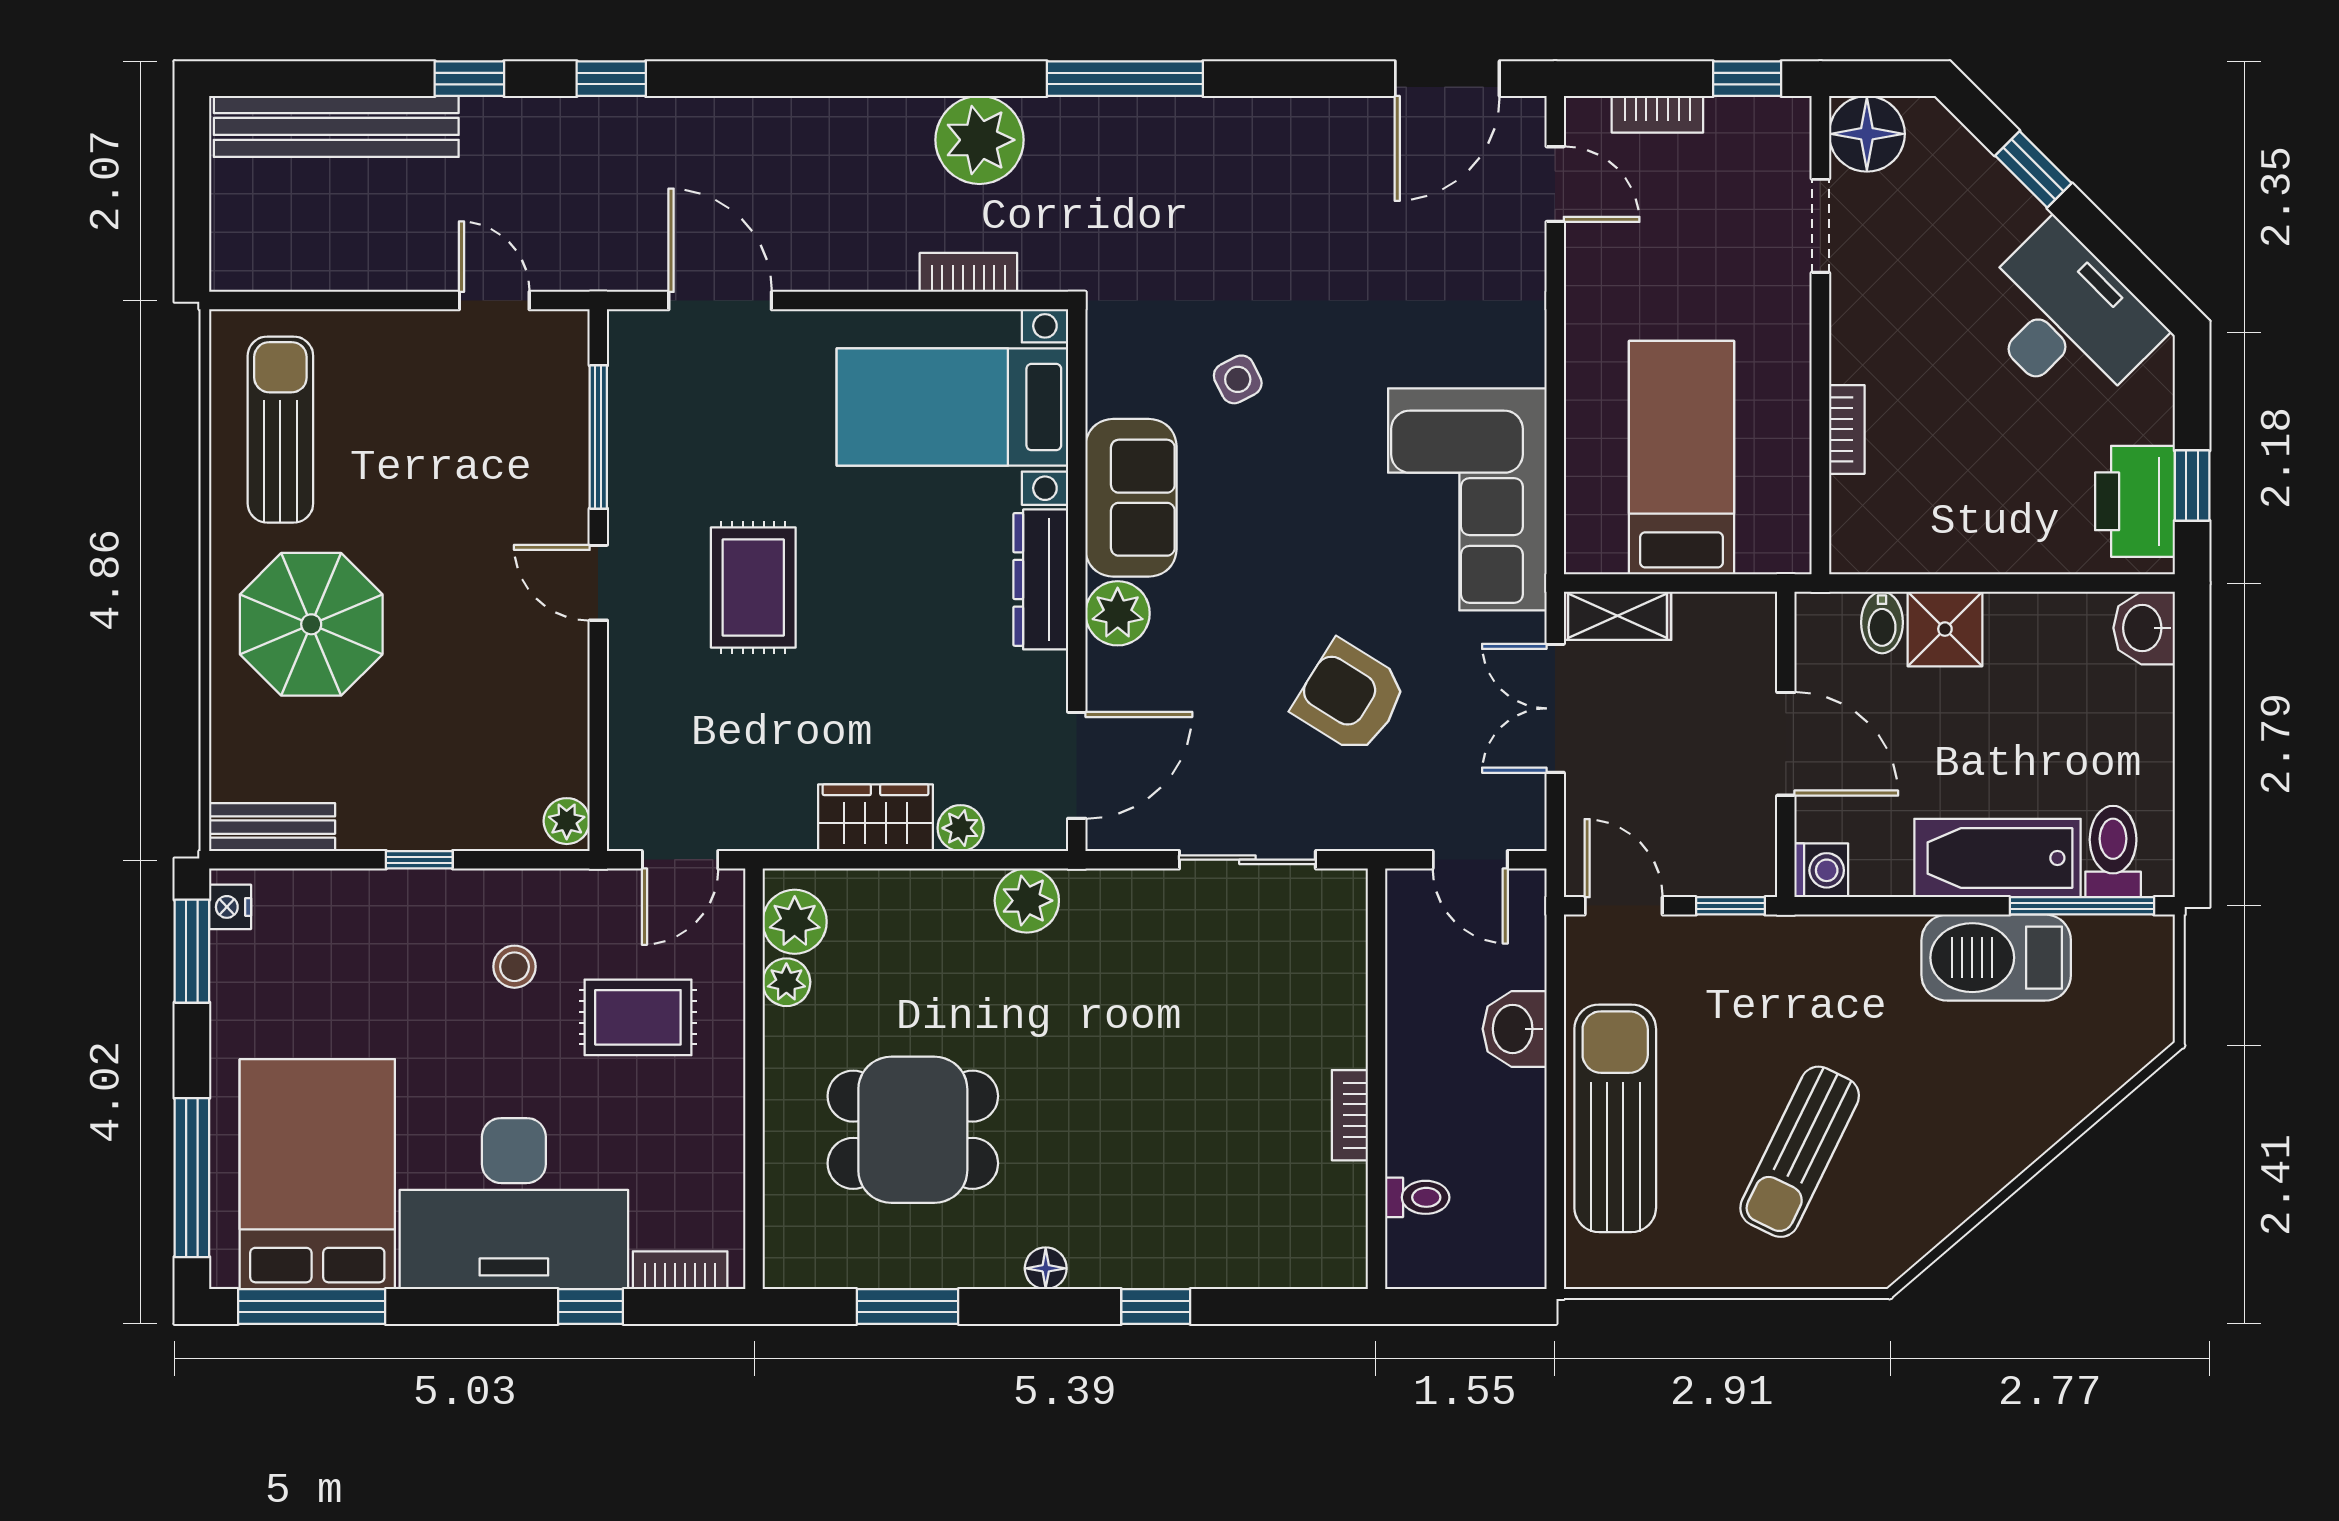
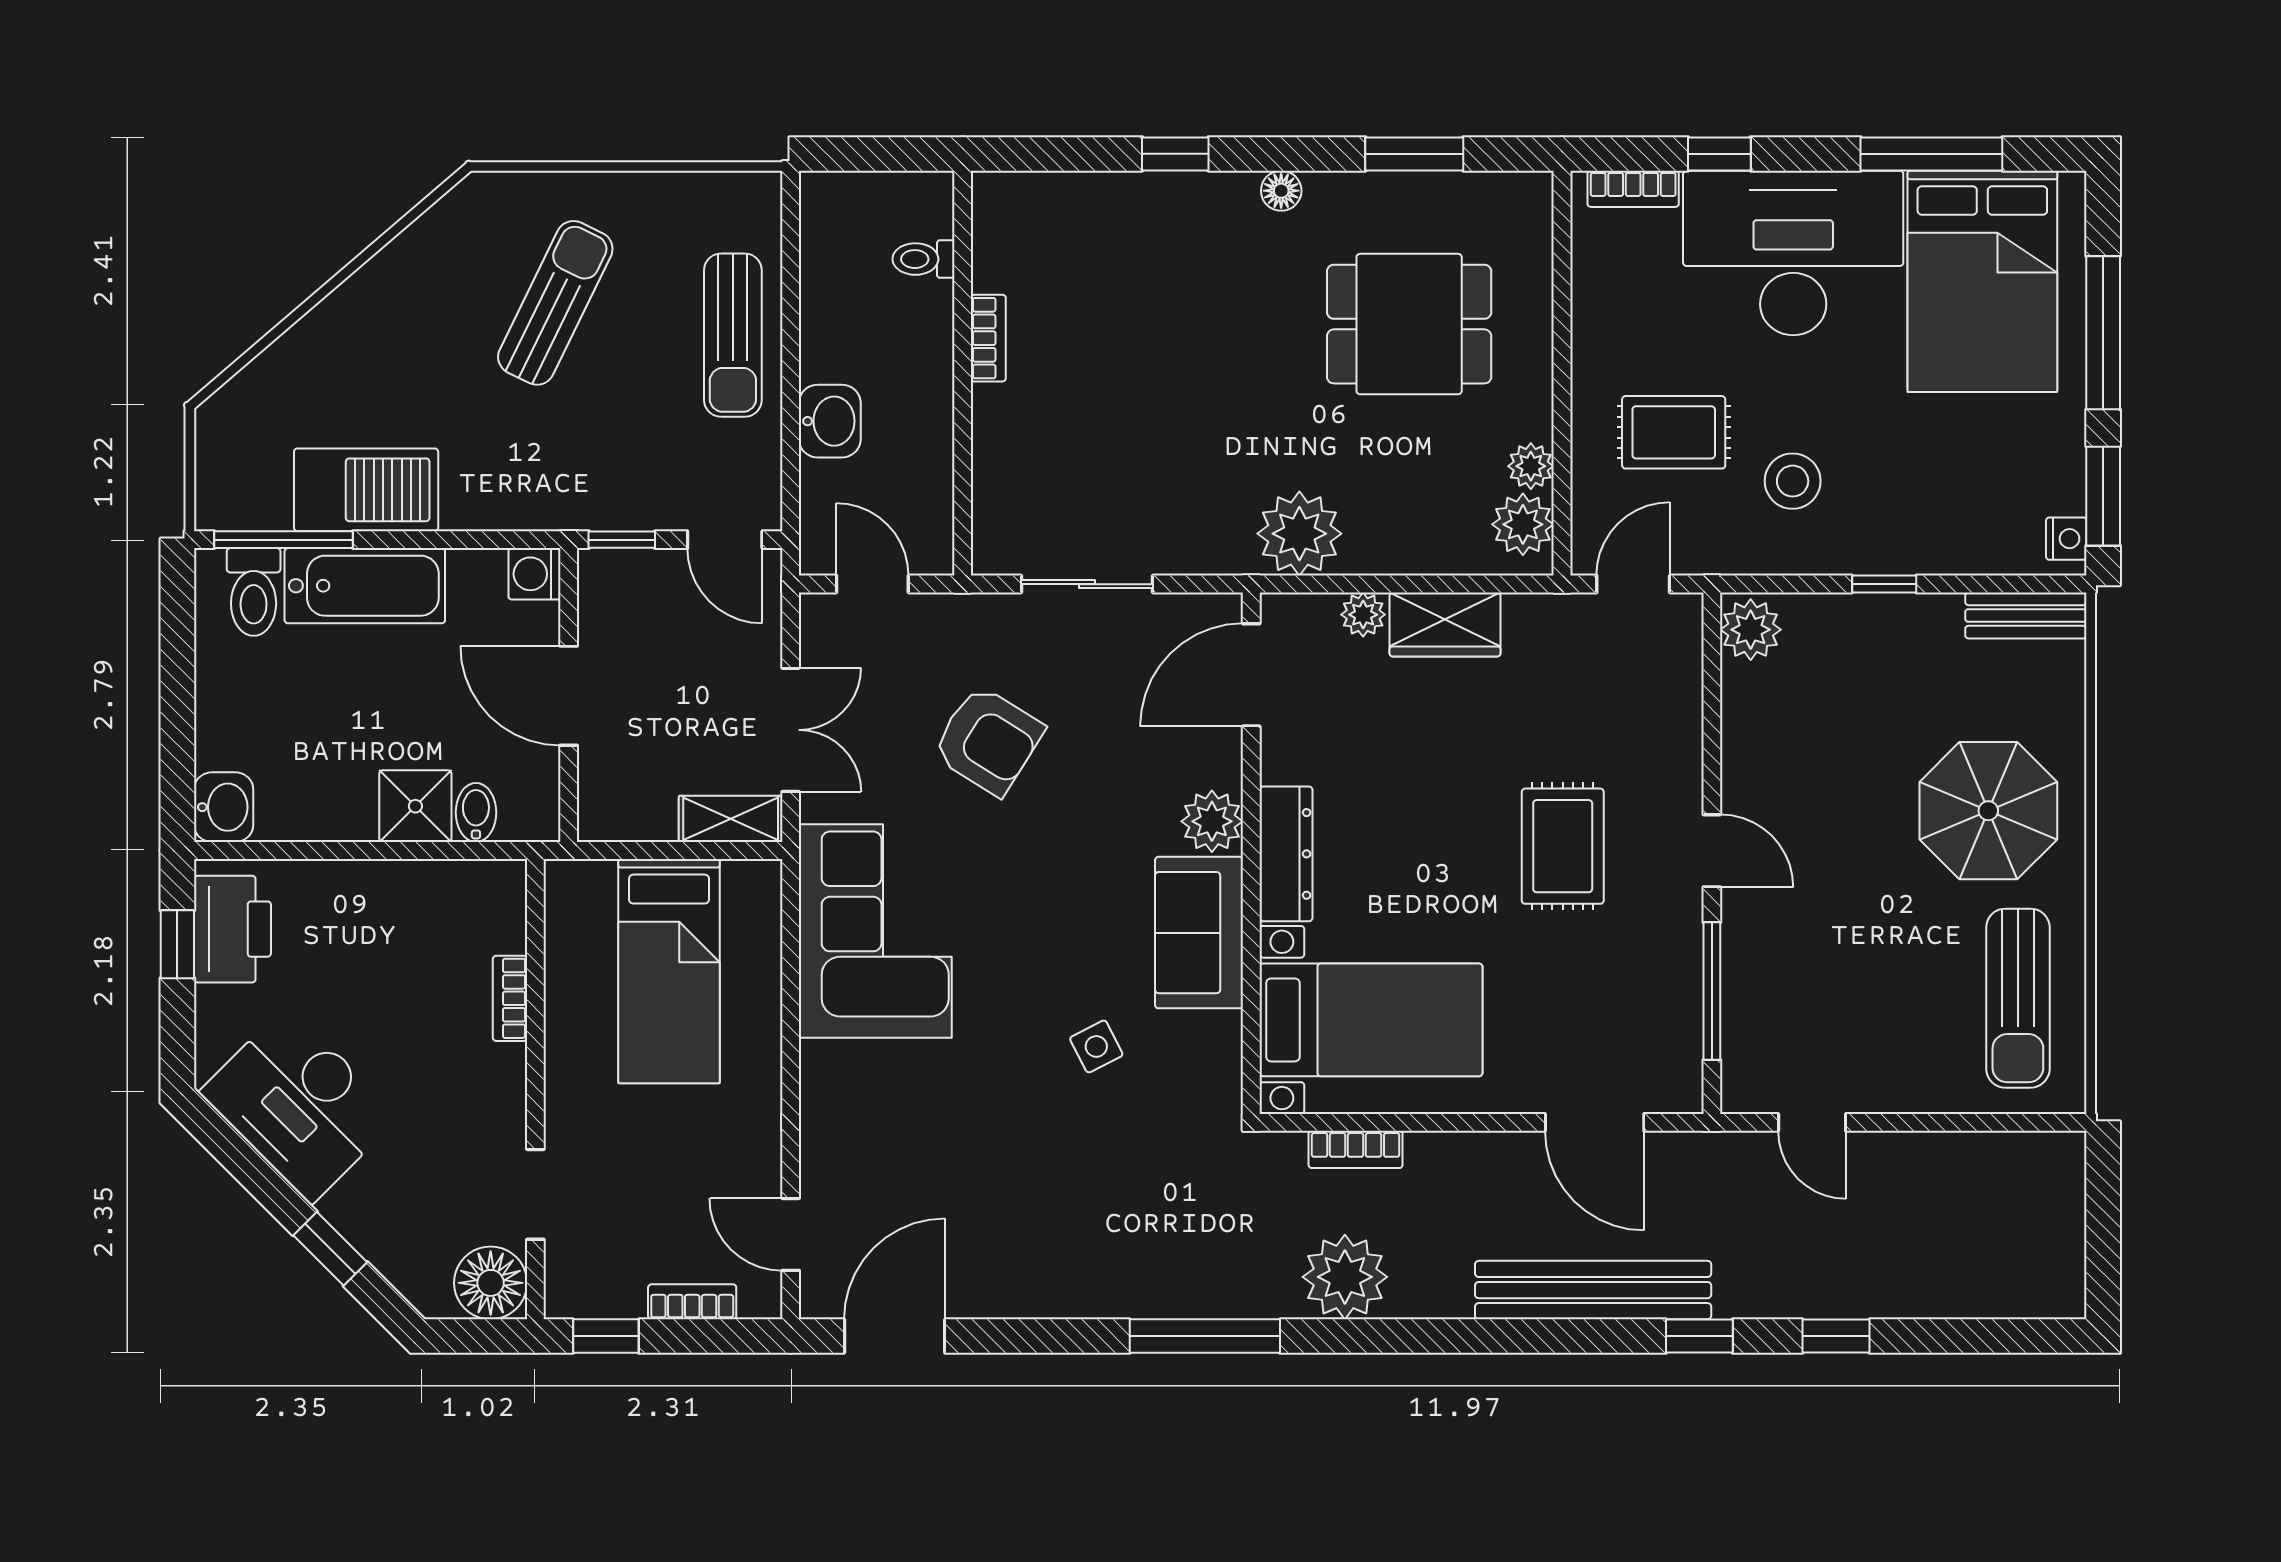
bench: (336, 126) -> (1593, 1290), moved
plant: (567, 821) -> (1751, 630), width x1.38, depth x1.38
plant: (1027, 901) -> (1299, 534), width x1.36, depth x1.36
stool: (514, 967) -> (1793, 481), width x1.37, depth x1.37
sun lounger: (1615, 1118) -> (733, 335), width x0.73, depth x0.75
window: (192, 1178) -> (2103, 333), moved
window: (312, 1306) -> (1931, 154), moved

